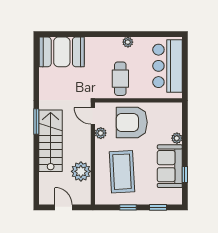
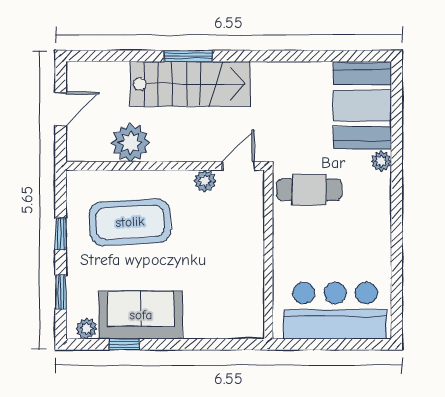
plant: (128, 42) -> (381, 161), moved
cafe table: (120, 79) -> (309, 190), moved
window: (36, 121) -> (188, 56), moved
armchair: (132, 122) -> (225, 241), removed
plant: (177, 138) -> (86, 328), moved

